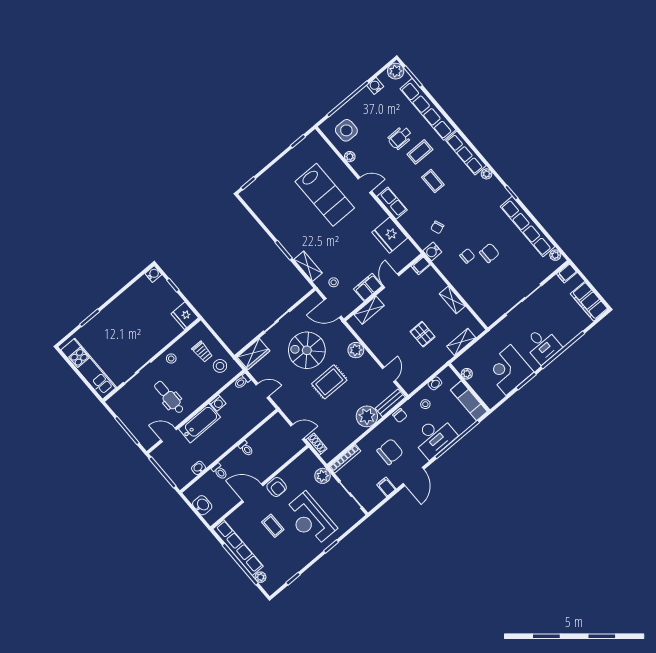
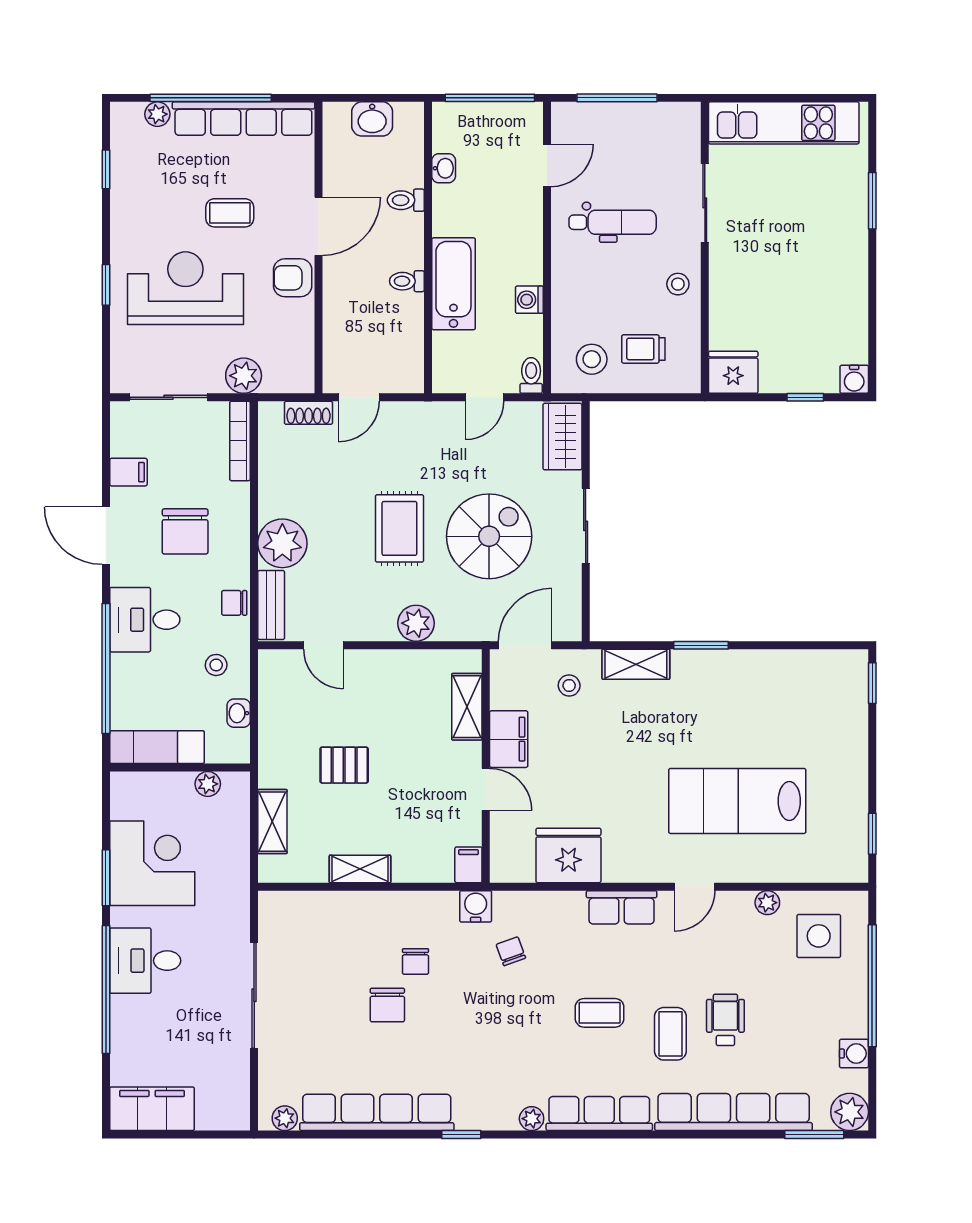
filing cabinet: (567, 273) -> (236, 1111), removed
bathtub: (199, 423) -> (453, 284), moved, turned 180
desk: (434, 437) -> (145, 620), width x0.73

